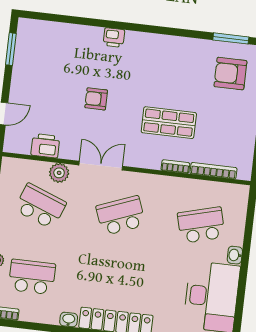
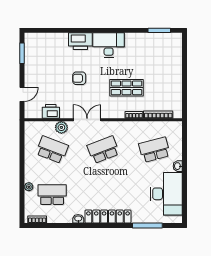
printer: (114, 37) -> (80, 41), width x1.87, depth x1.48
desk: (148, 52) -> (109, 45), added
armchair: (230, 74) -> (162, 52), removed

